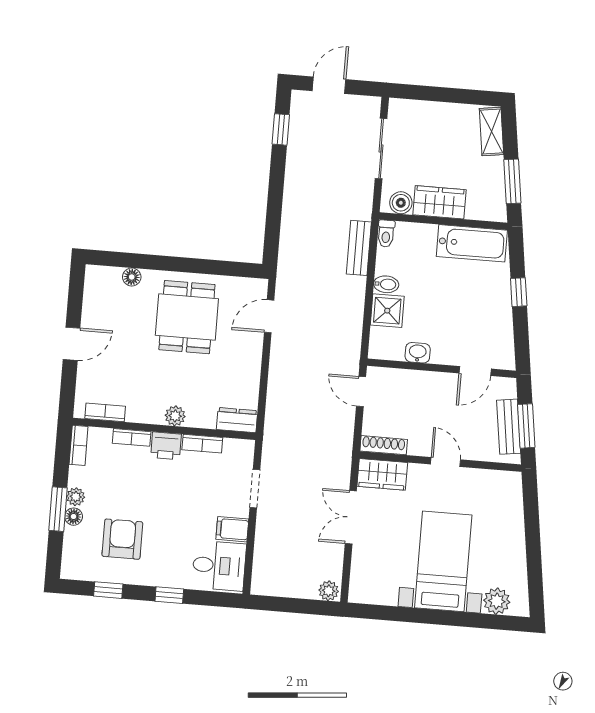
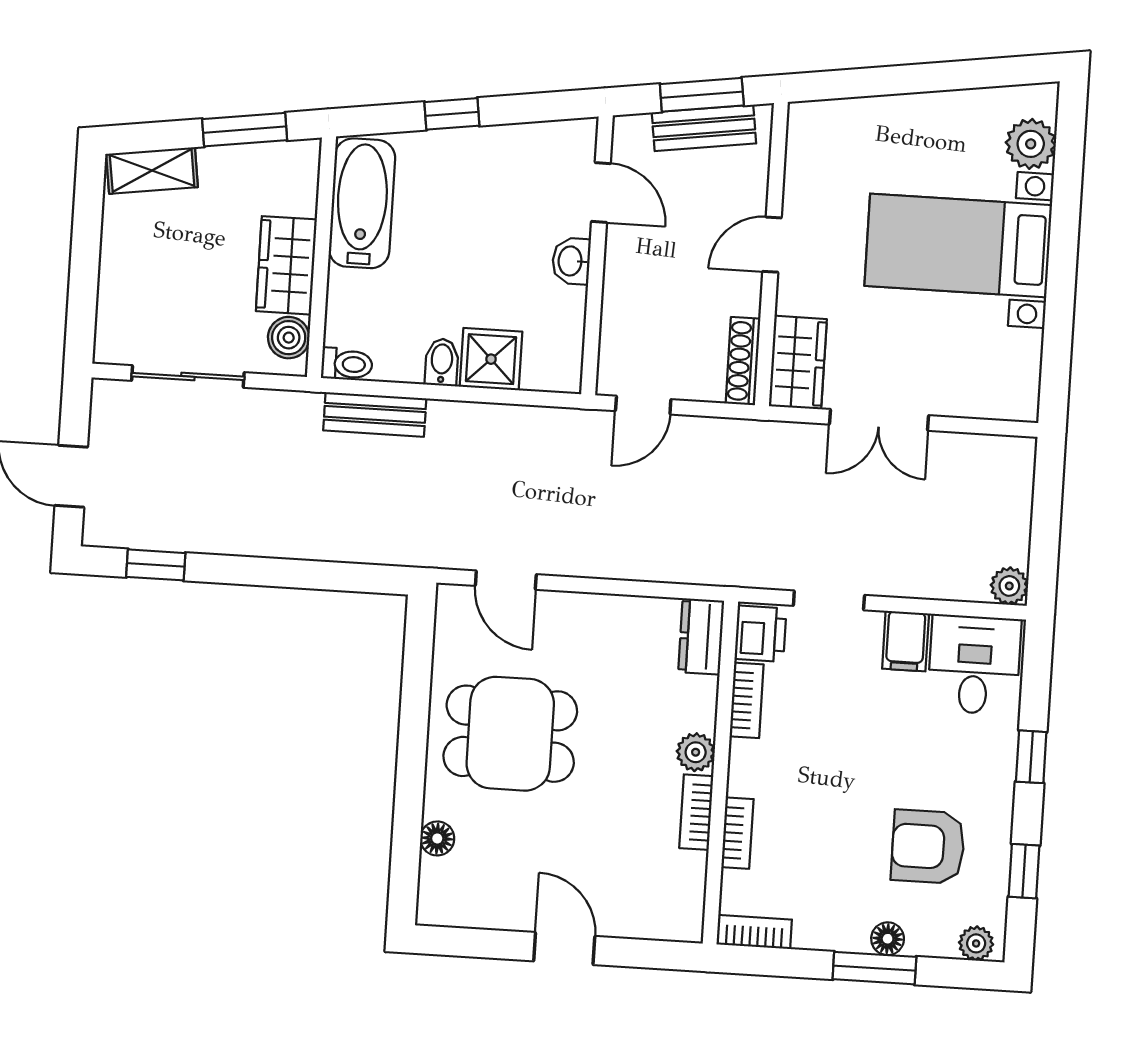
washbasin: (418, 353) -> (571, 261), moved
bookcase: (105, 412) -> (696, 812), moved
printer: (166, 446) -> (760, 634), moved
plant: (76, 497) -> (976, 943), moved
plant: (329, 591) -> (1009, 586), moved

